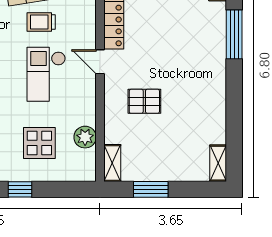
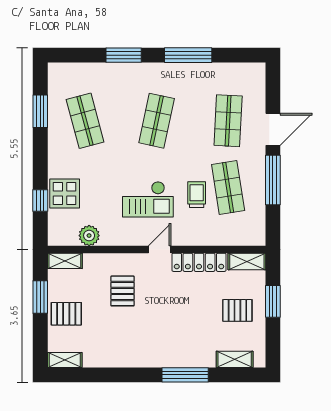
checkout: (46, 74) -> (148, 199), turned 180
display table: (39, 143) -> (65, 194), moved
pallet: (169, 162) -> (66, 314), added
window: (20, 189) -> (40, 201), moved

